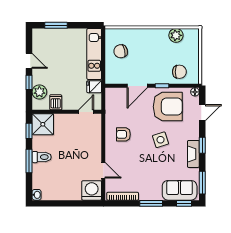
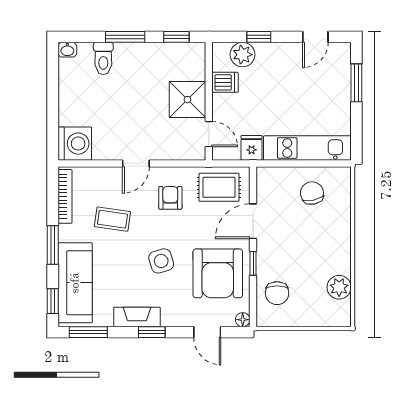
door: (29, 61) -> (315, 37), moved
door: (137, 86) -> (253, 221), hinge flipped
rug: (117, 106) -> (219, 187), added
shower: (43, 124) -> (187, 100), moved
toilet: (42, 157) -> (103, 58), moved
coffee table: (136, 168) -> (112, 219), added
door: (103, 170) -> (136, 163), moved
sofa: (180, 190) -> (75, 283), width x1.36

